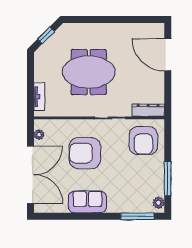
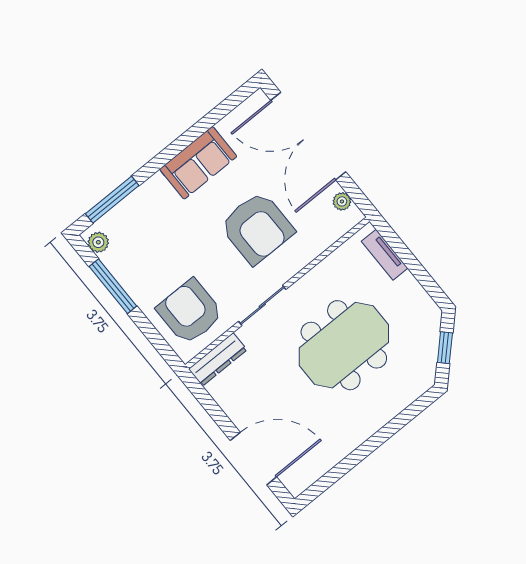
armchair: (85, 153) -> (257, 228), turned 90

